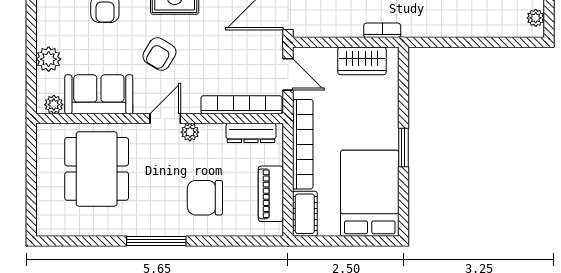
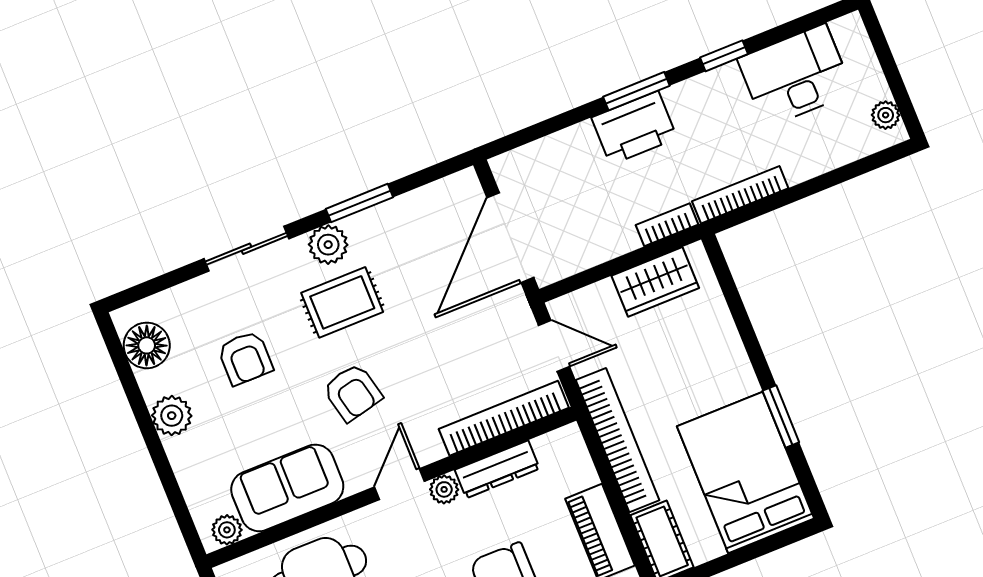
bookcase: (432, 30) -> (740, 195), added
armchair: (159, 54) -> (353, 392), turned -44
plant: (49, 59) -> (172, 416), moved
dresser: (251, 133) -> (497, 469), moved
window: (403, 148) -> (781, 417), moved

